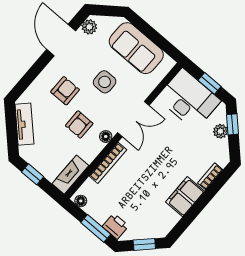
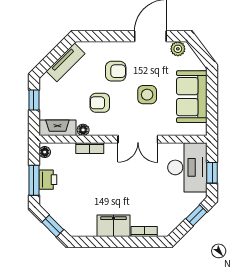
plant: (220, 131) -> (184, 211), removed
floor lamp: (106, 137) -> (83, 130), moved
bookcase: (108, 163) -> (90, 148), width x0.64
printer: (115, 226) -> (48, 180), moved

